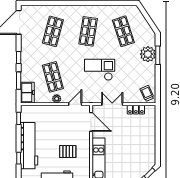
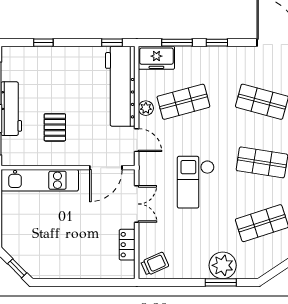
checkout: (100, 70) -> (196, 182), turned 180
workbench: (29, 146) -> (120, 86), moved, turned 90

